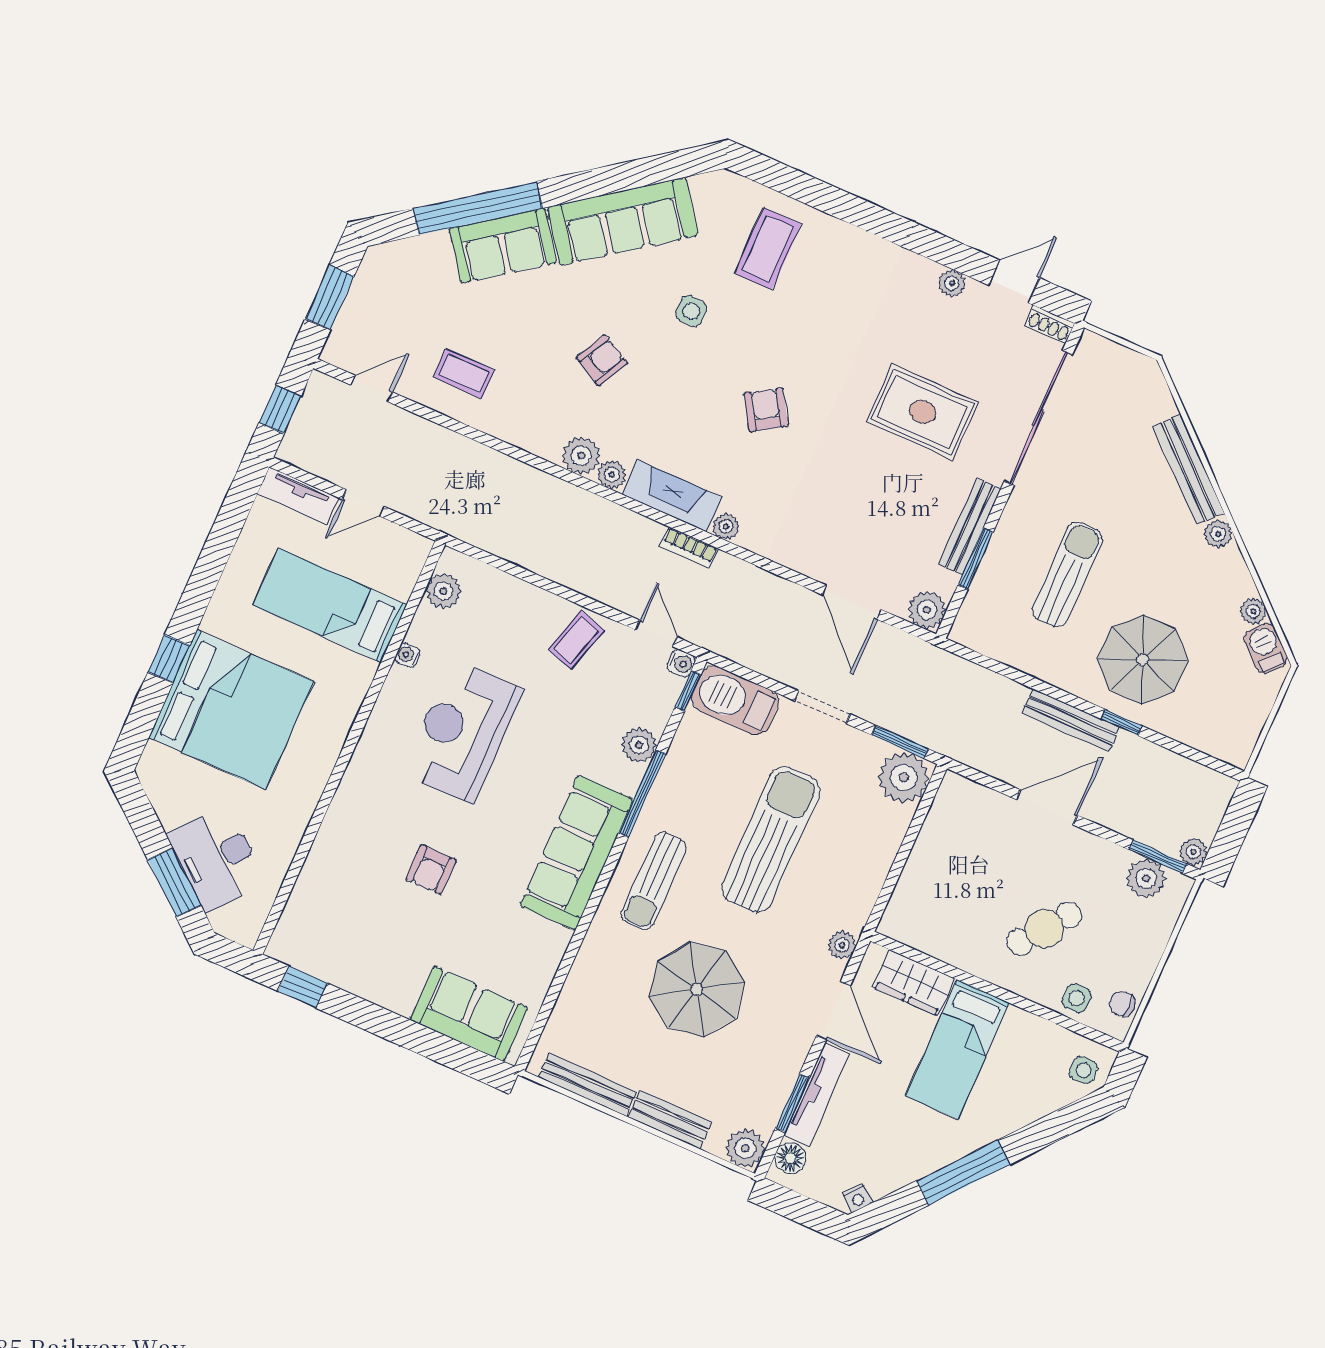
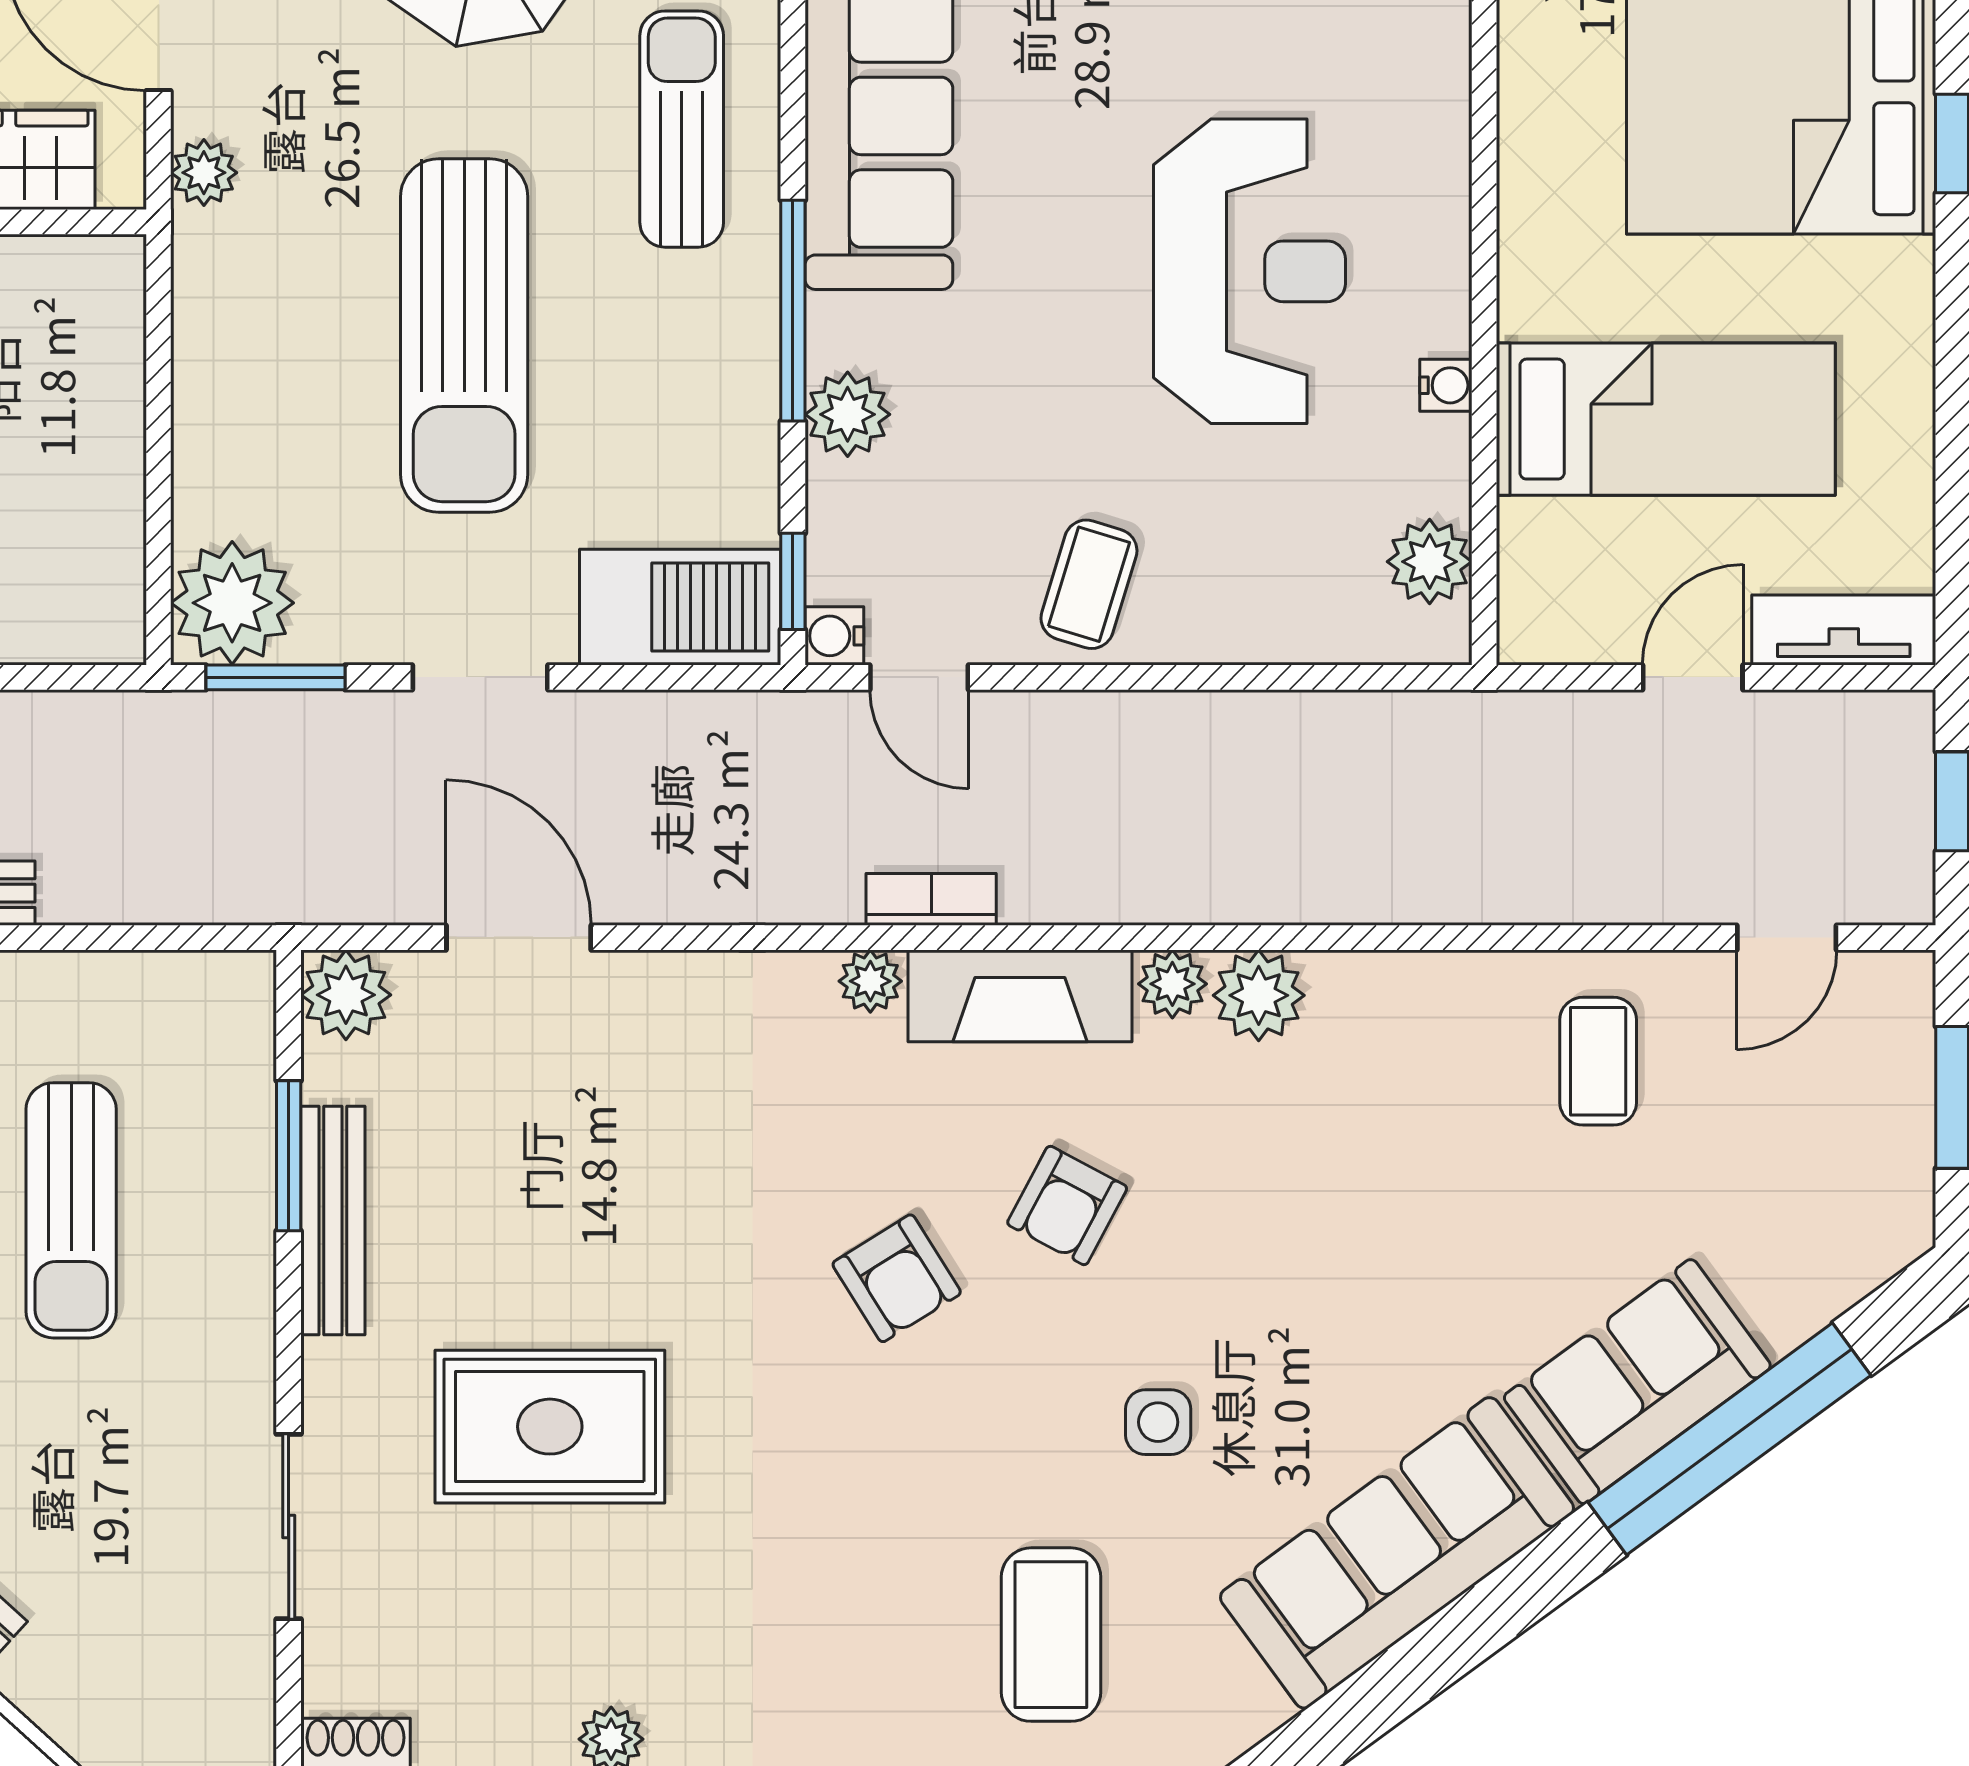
armchair: (602, 360) -> (1067, 1205), moved
coffee table: (464, 374) -> (1598, 1061), turned 90
sliding door: (1038, 418) -> (289, 1527), width x0.54

